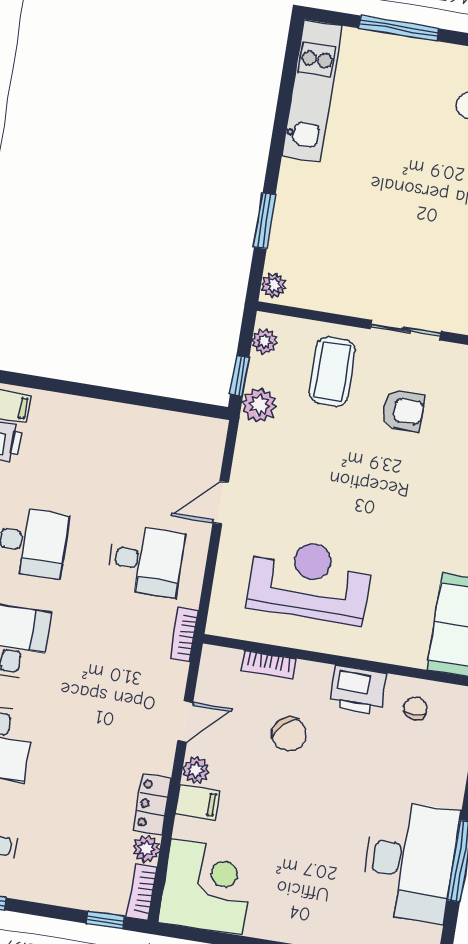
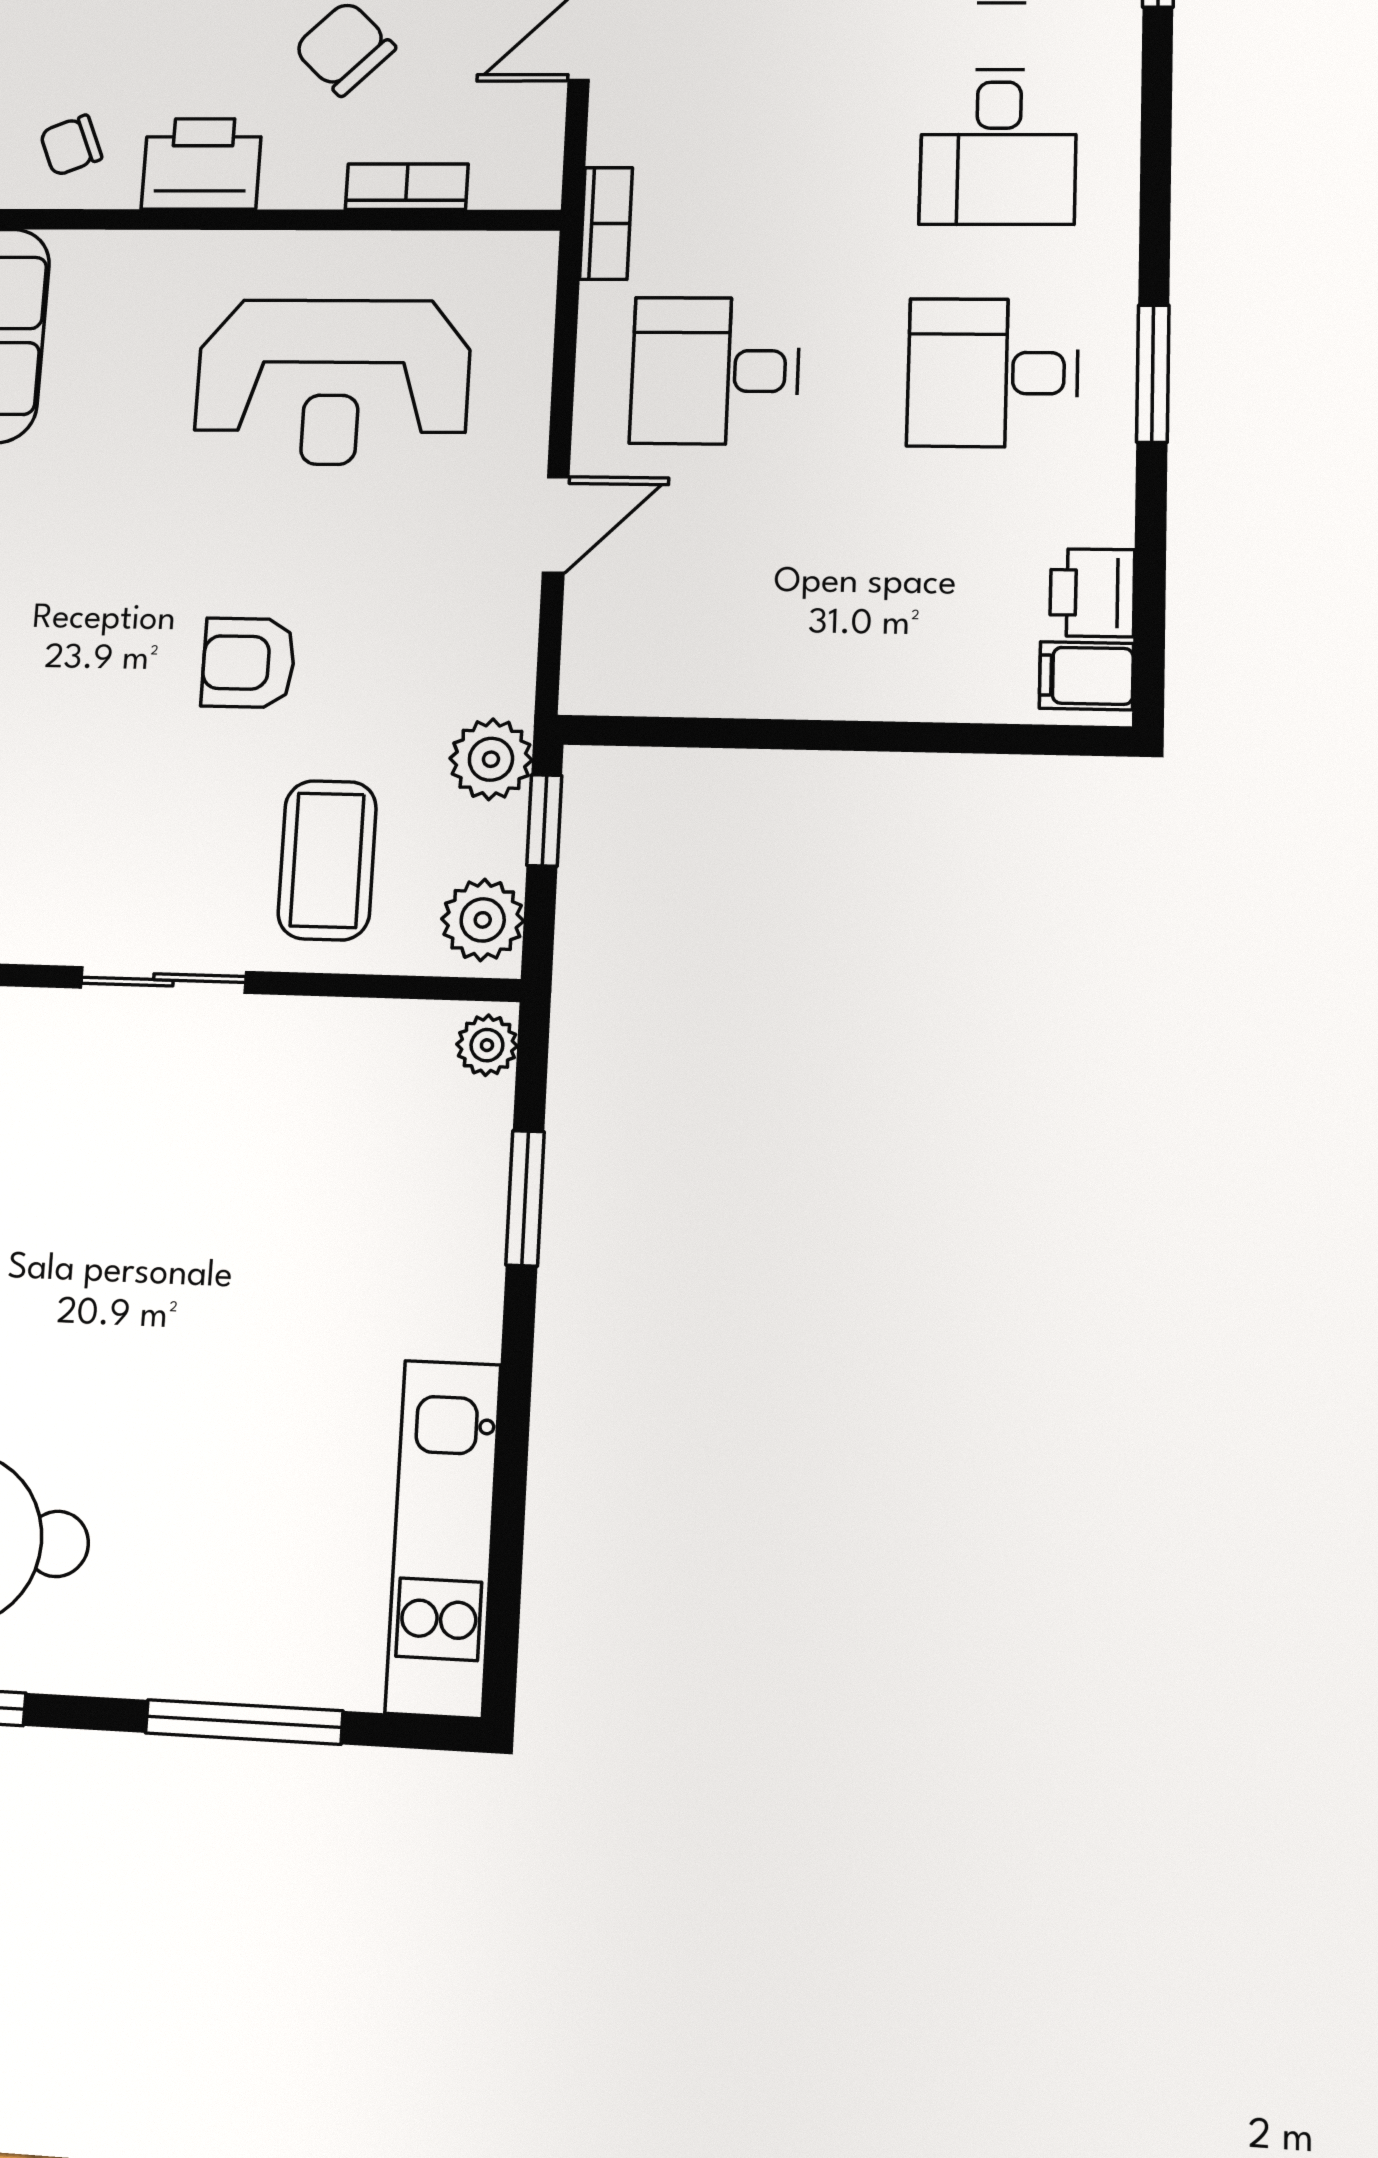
plant: (264, 341) -> (483, 920), width x1.38, depth x1.38
armchair: (403, 411) -> (248, 663), moved
chair: (415, 708) -> (71, 145), turned 68

